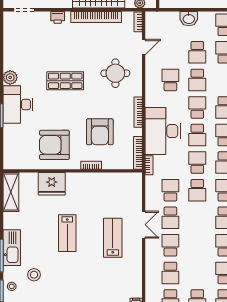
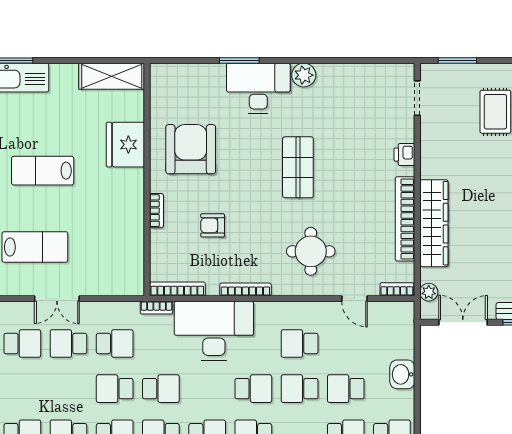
school desk: (170, 80) -> (300, 344), turned 180
armchair: (100, 132) -> (213, 225), width x0.53, depth x0.53
school desk: (197, 135) -> (207, 389), removed

